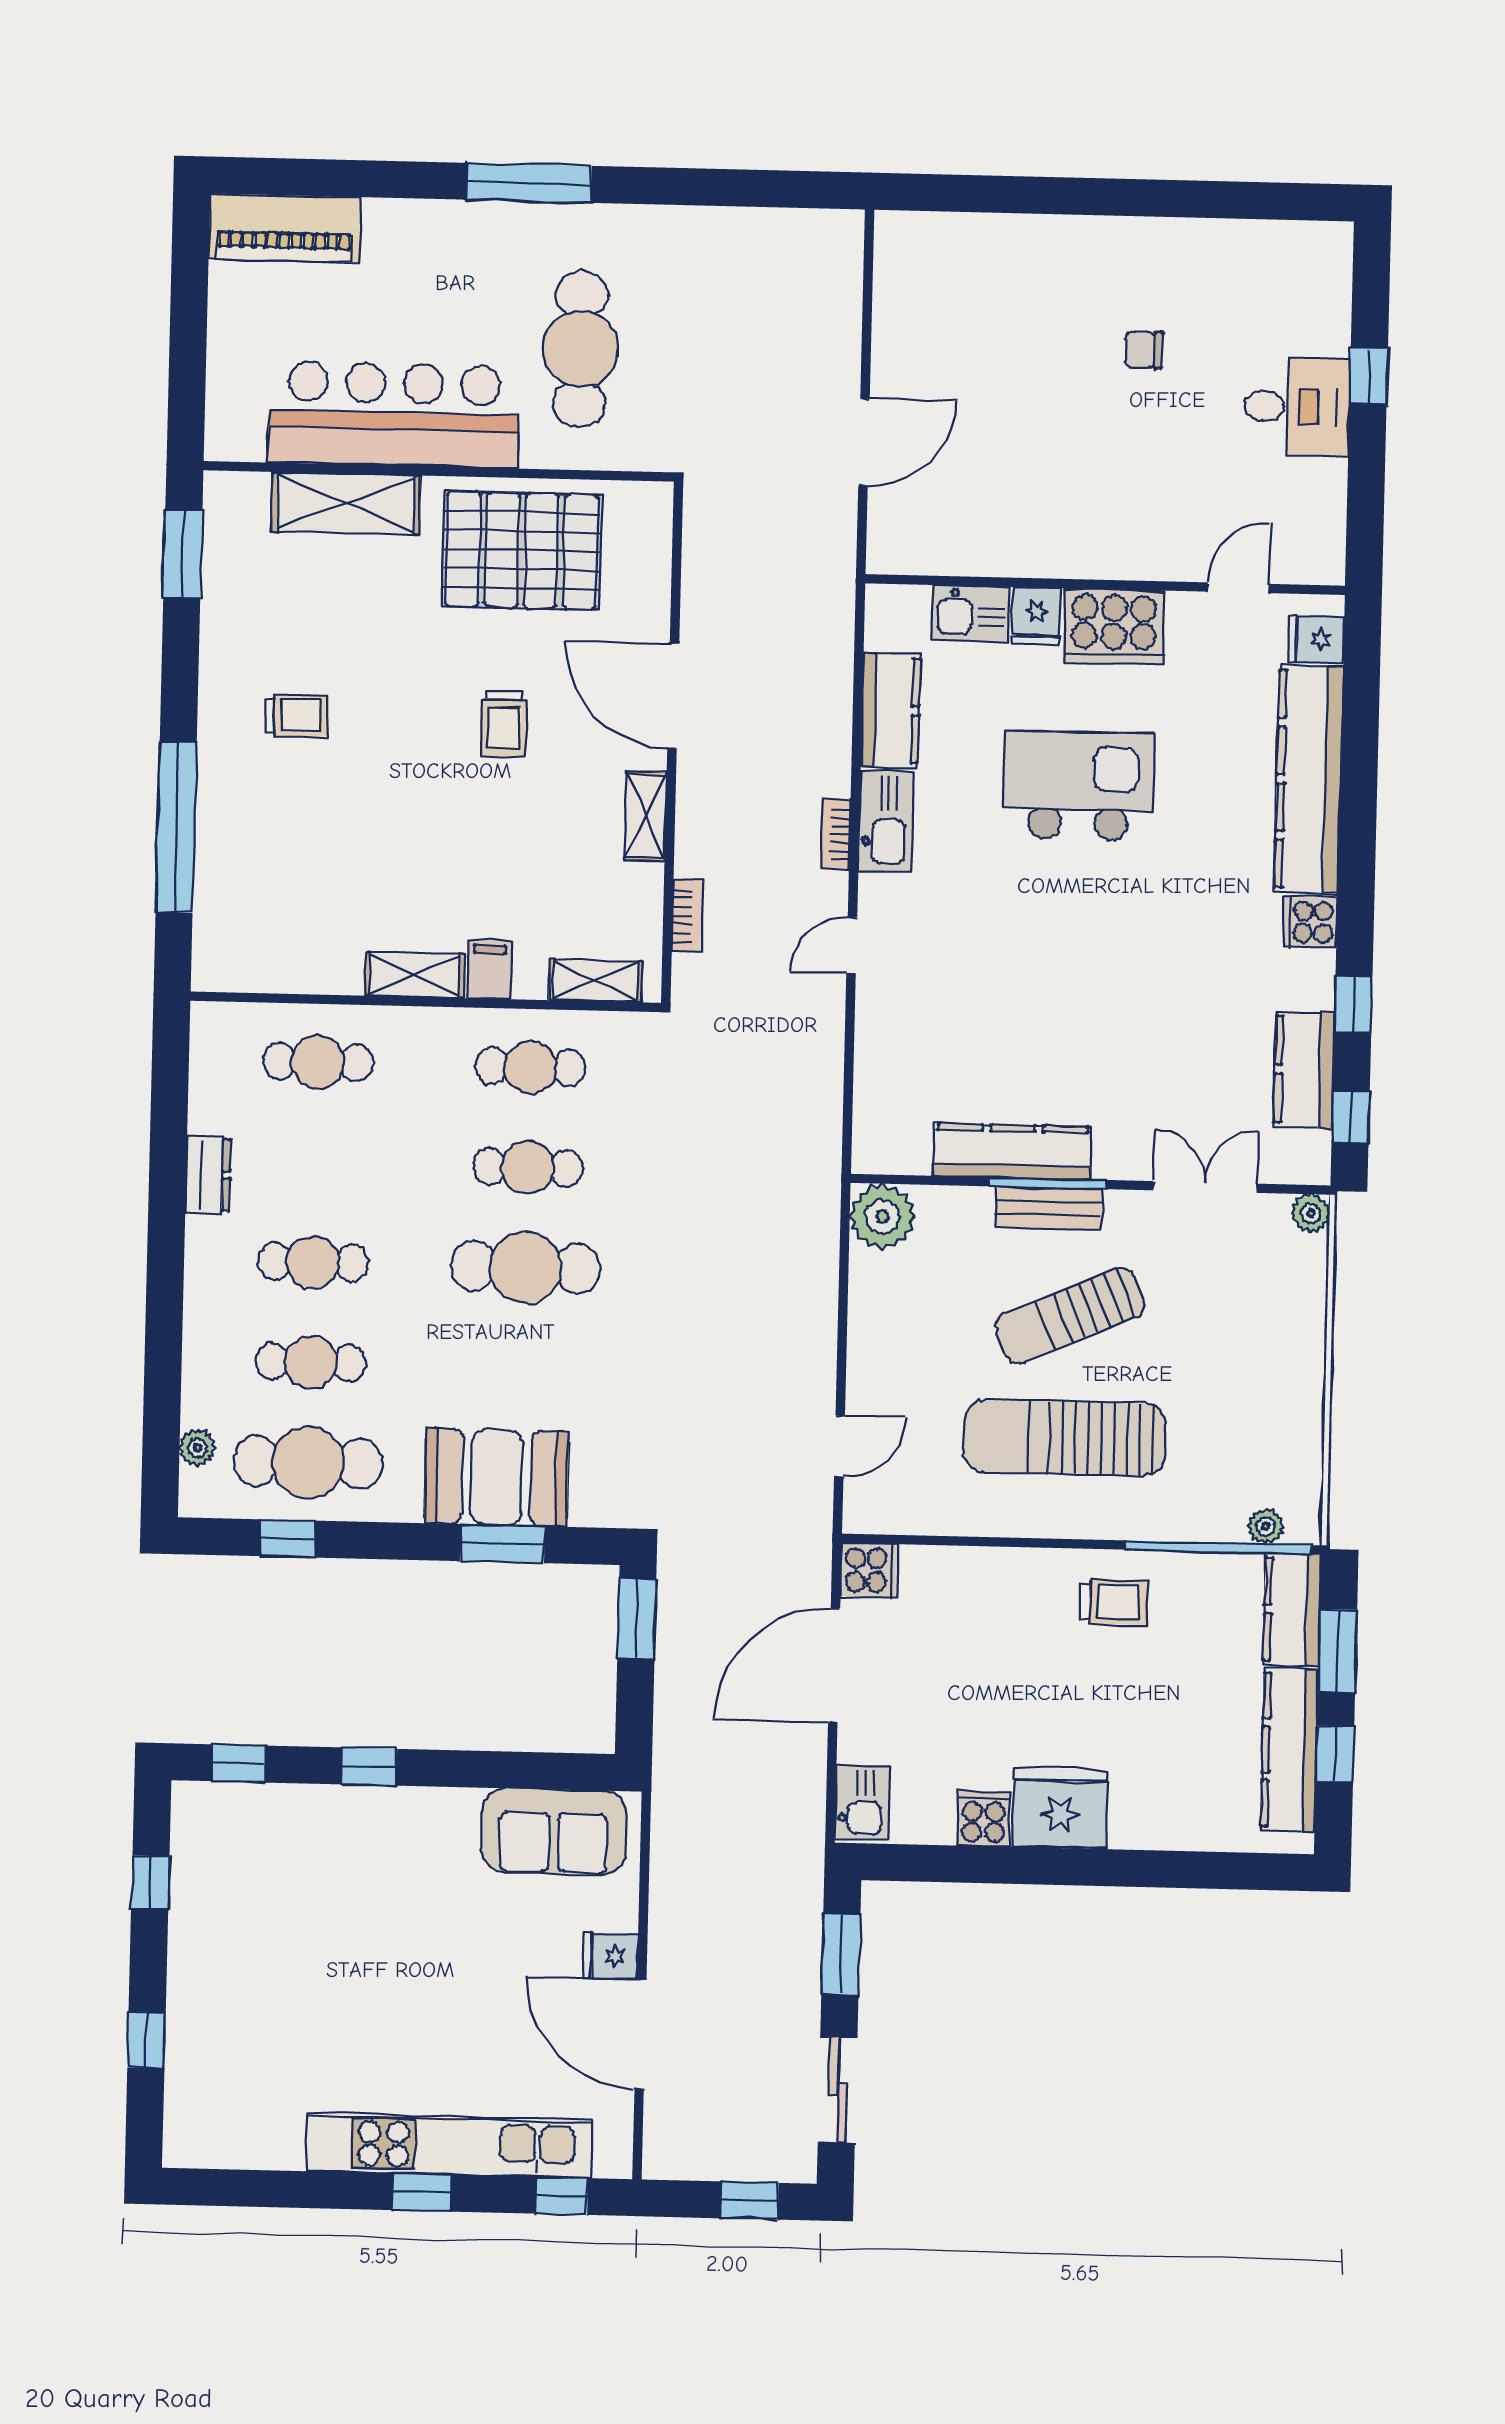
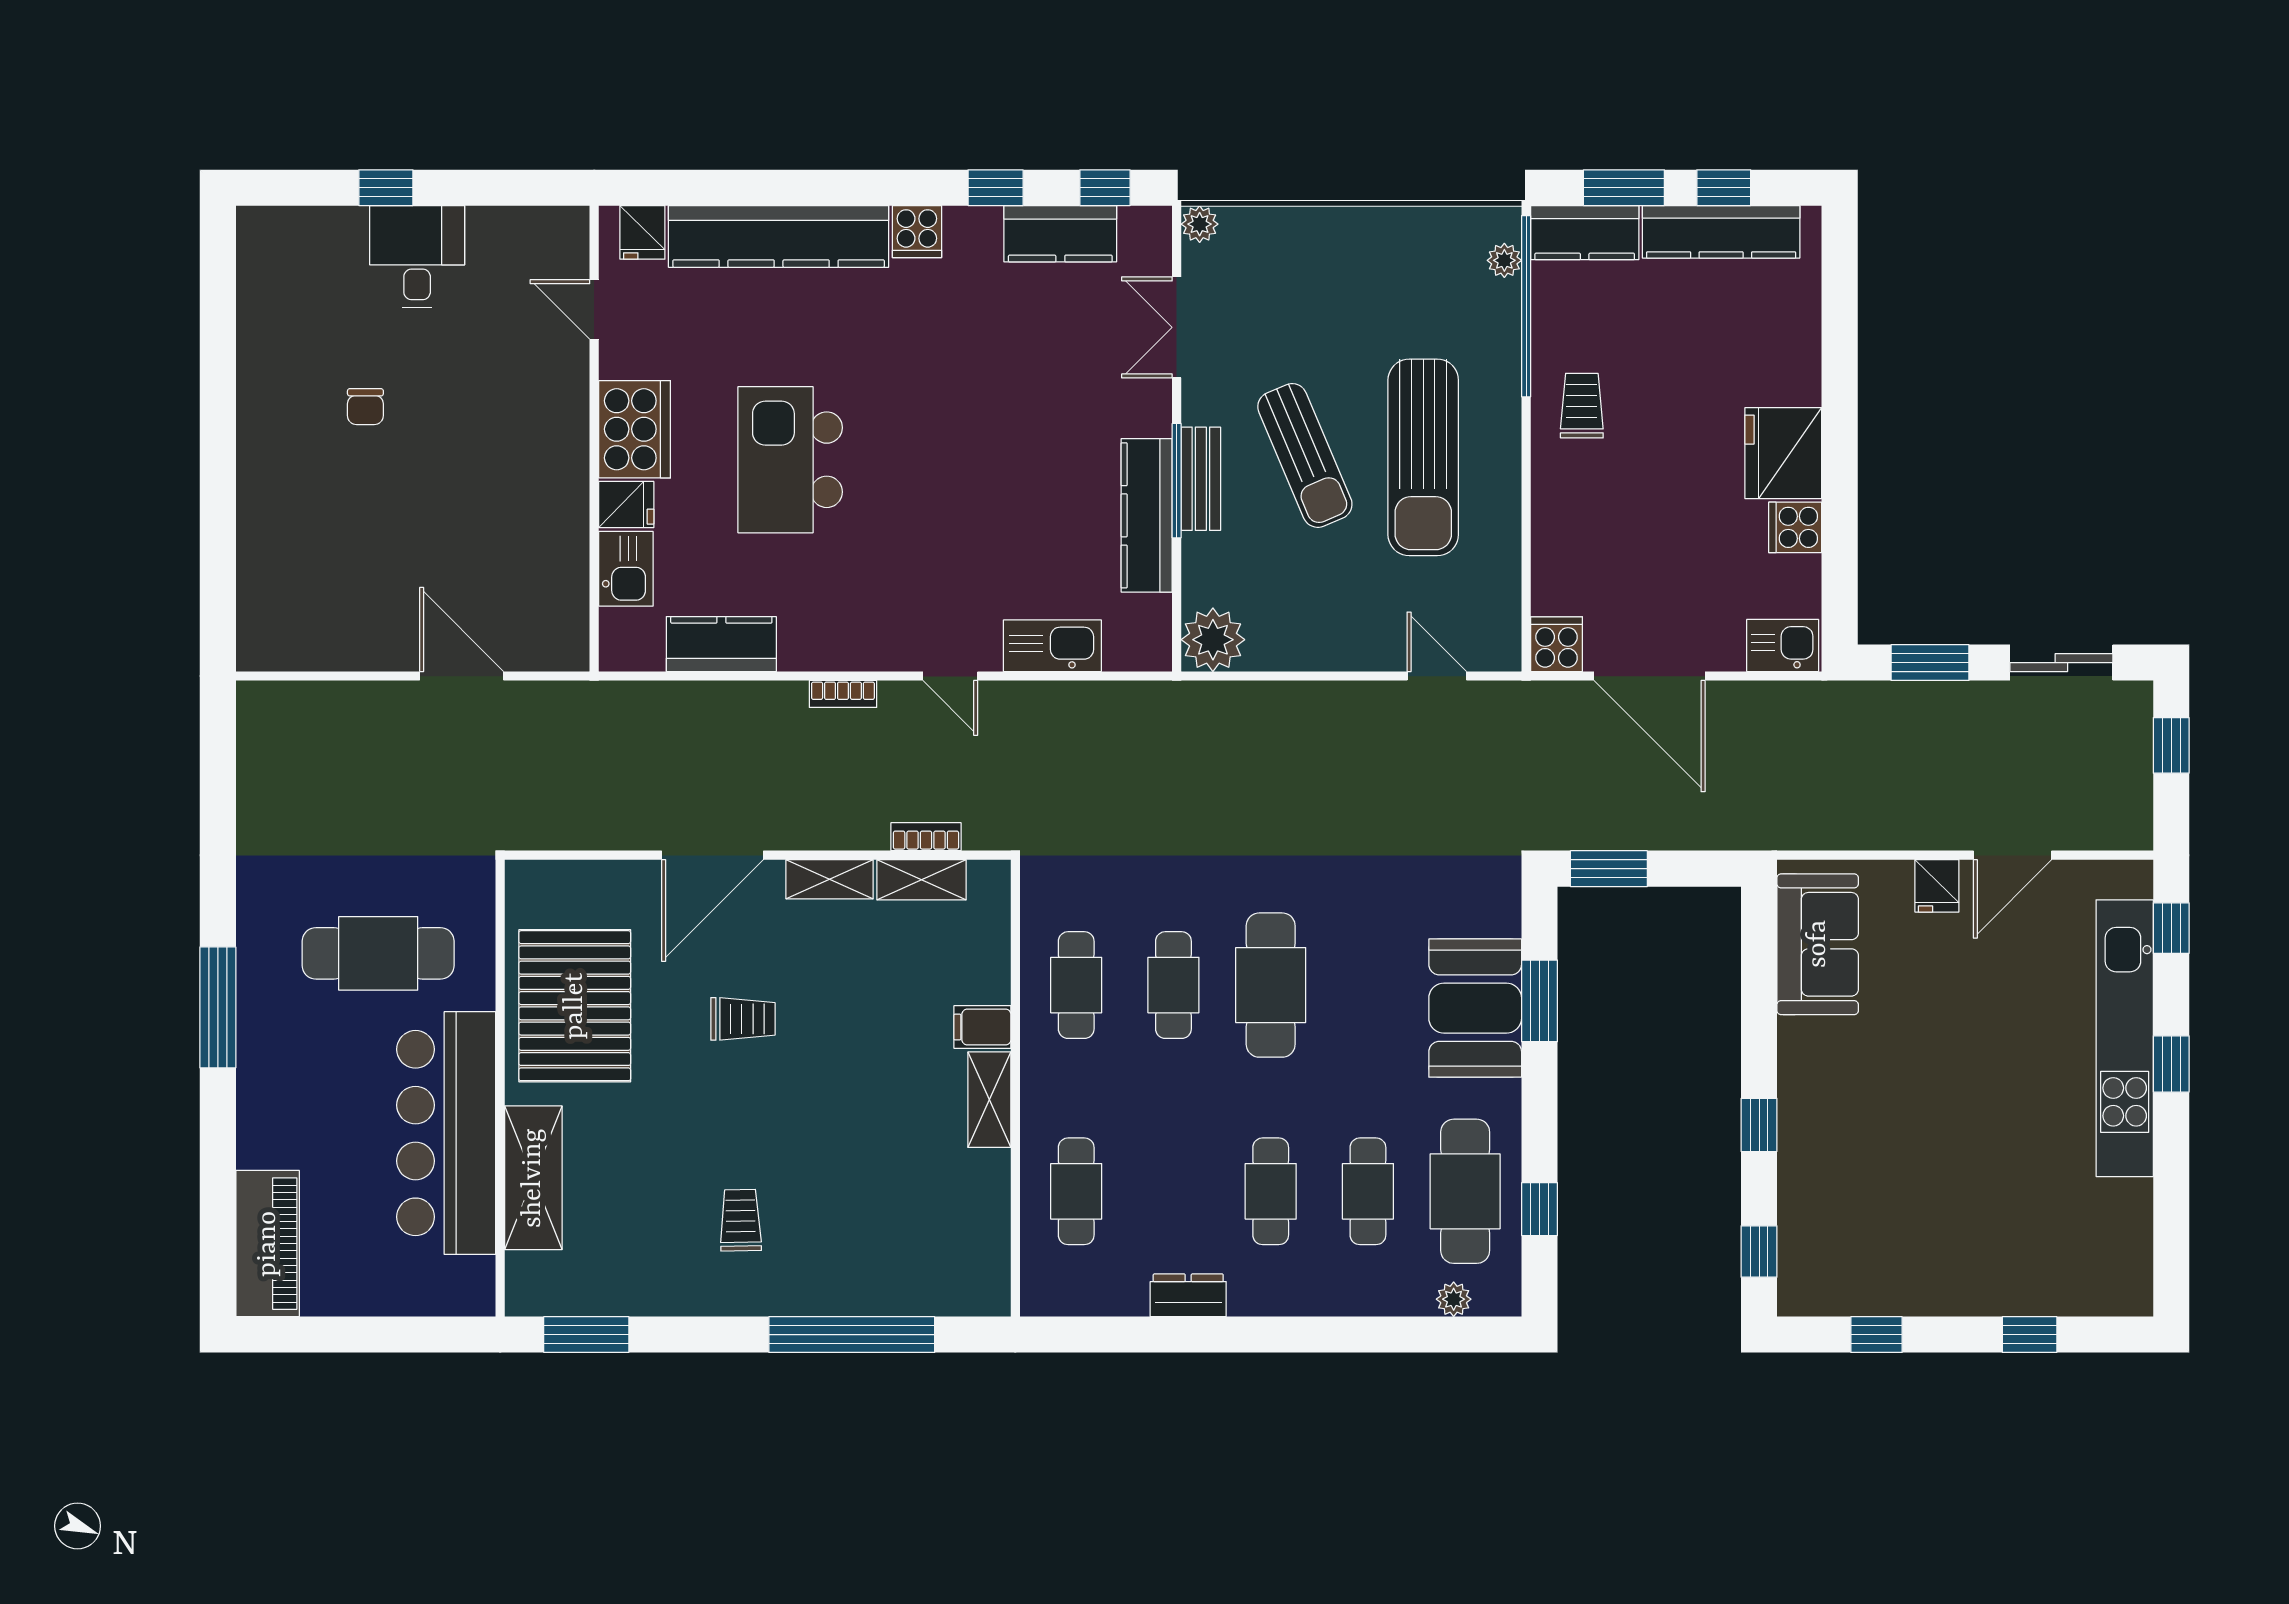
kitchen sink: (886, 821) -> (1052, 646), moved
shelving: (595, 981) -> (921, 880), moved, turned 90
door: (640, 2034) -> (2012, 855), width x0.73

